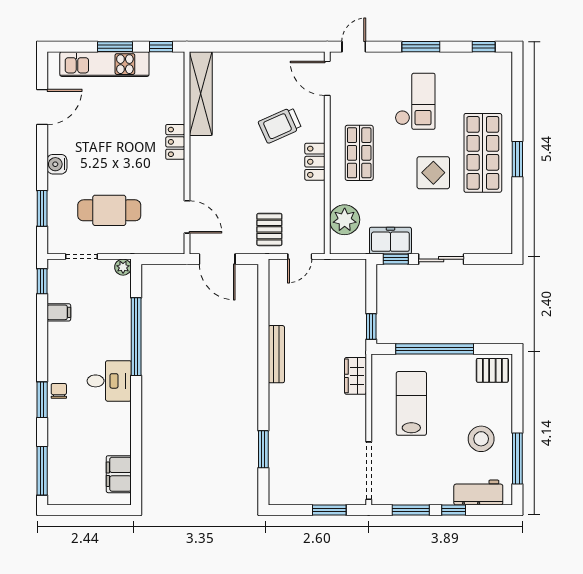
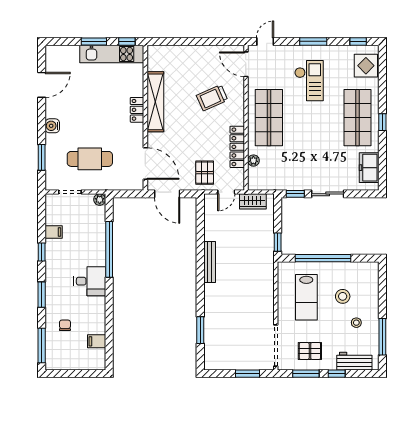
kitchen unit: (104, 64) -> (112, 54), moved
shelving: (201, 94) -> (155, 102), moved
shop shelf: (359, 153) -> (269, 118), width x1.43, depth x1.36
window: (517, 159) -> (382, 122), width x0.67
locker: (315, 162) -> (237, 147), moved, width x1.53
display table: (433, 173) -> (366, 66), moved
door: (187, 217) -> (145, 164), width x1.36
plant: (345, 220) -> (253, 161), width x0.53, depth x0.53
freezer: (390, 241) -> (369, 168), moved, turned -90
window: (42, 281) -> (42, 252), moved
pallet: (492, 370) -> (310, 351), moved
wardrobe: (356, 376) -> (253, 201), moved, turned -90
chair: (59, 391) -> (65, 325), moved
stool: (462, 402) -> (343, 296), added
lab bench: (411, 403) -> (306, 297), turned 180
stool: (481, 439) -> (356, 323), width x0.53, depth x0.53
filing cabinet: (119, 474) -> (97, 341), width x0.50

